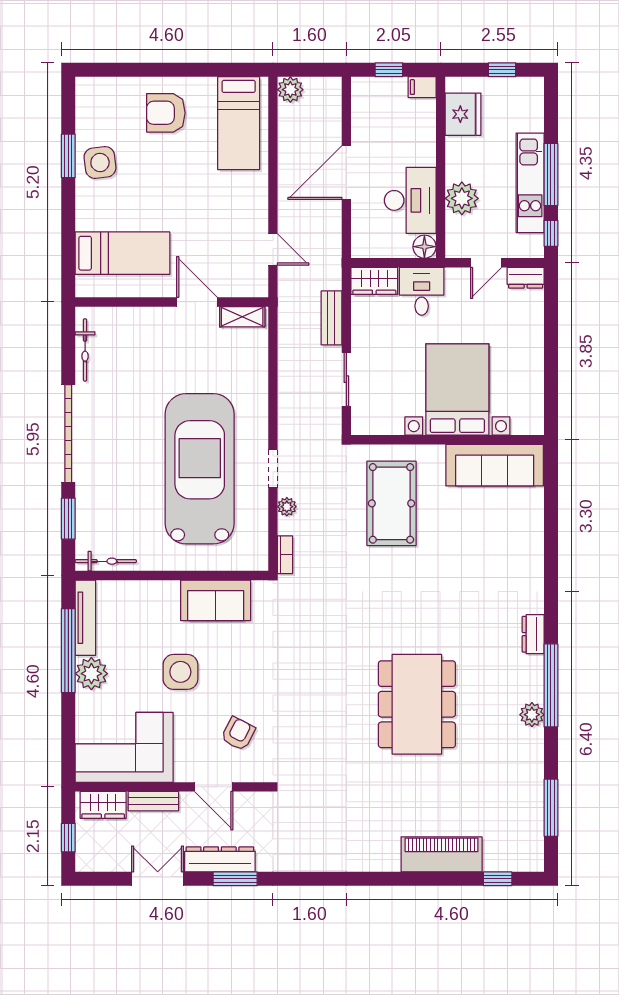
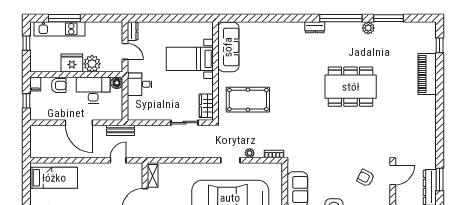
plant: (290, 90) -> (37, 151), removed
fridge: (463, 114) -> (72, 63), moved
armchair: (419, 133) -> (59, 85), added
window: (551, 175) -> (64, 18), moved
kitchen unit: (530, 183) -> (60, 29), moved
window: (551, 233) -> (110, 18), removed
wardrobe: (374, 281) -> (206, 106), moved, turned 180
bench: (331, 318) -> (120, 130), moved
bed with nightstands: (457, 390) -> (190, 59), width x0.73
plant: (532, 715) -> (368, 28), moved
door: (214, 787) -> (393, 175), moved
window: (551, 808) -> (389, 18), moved

